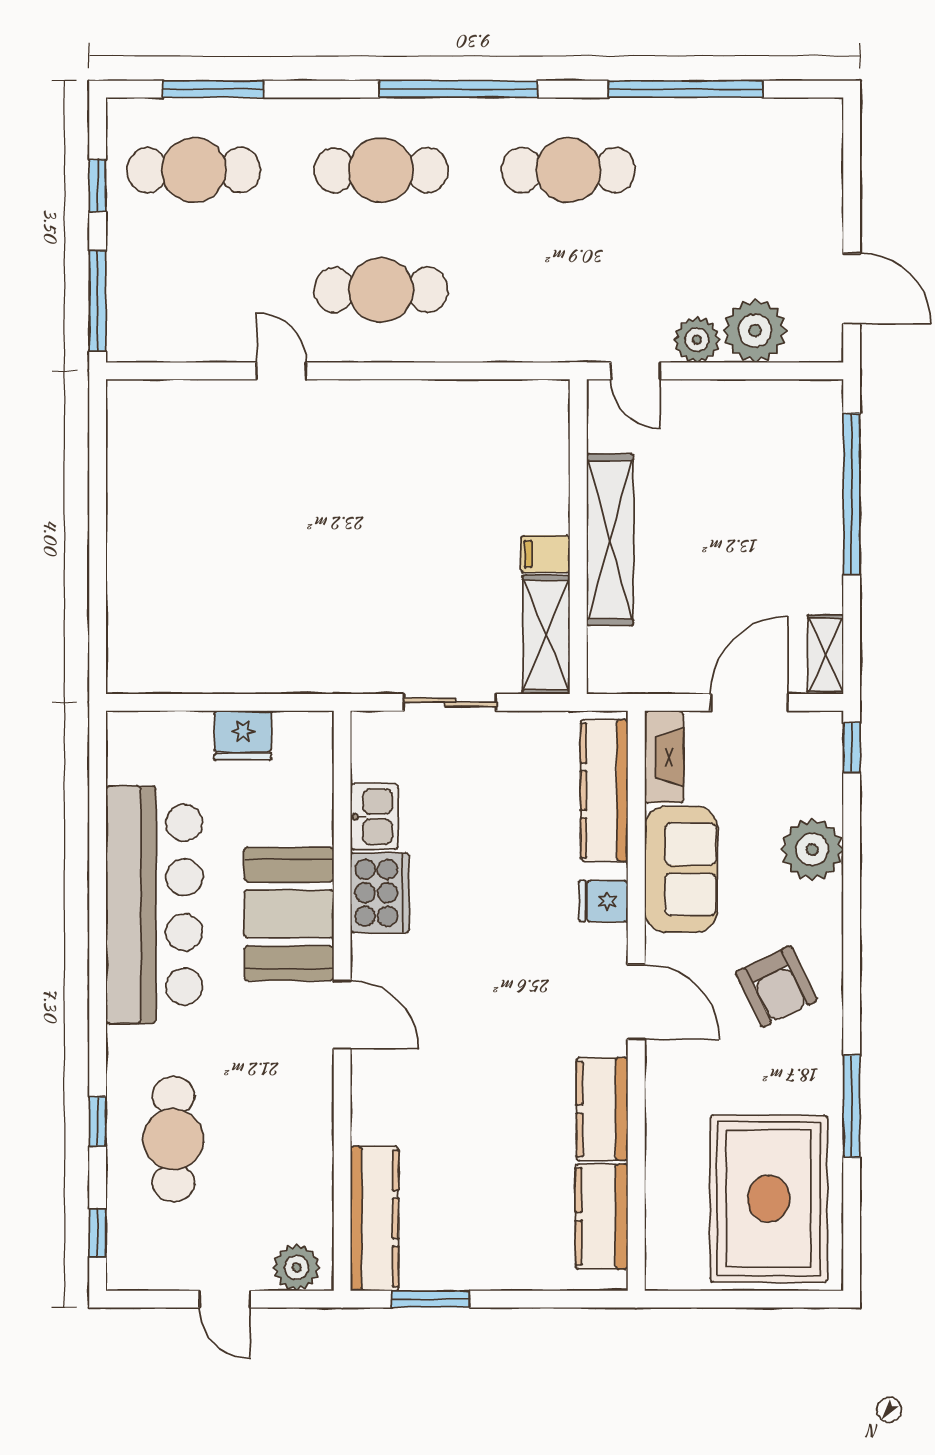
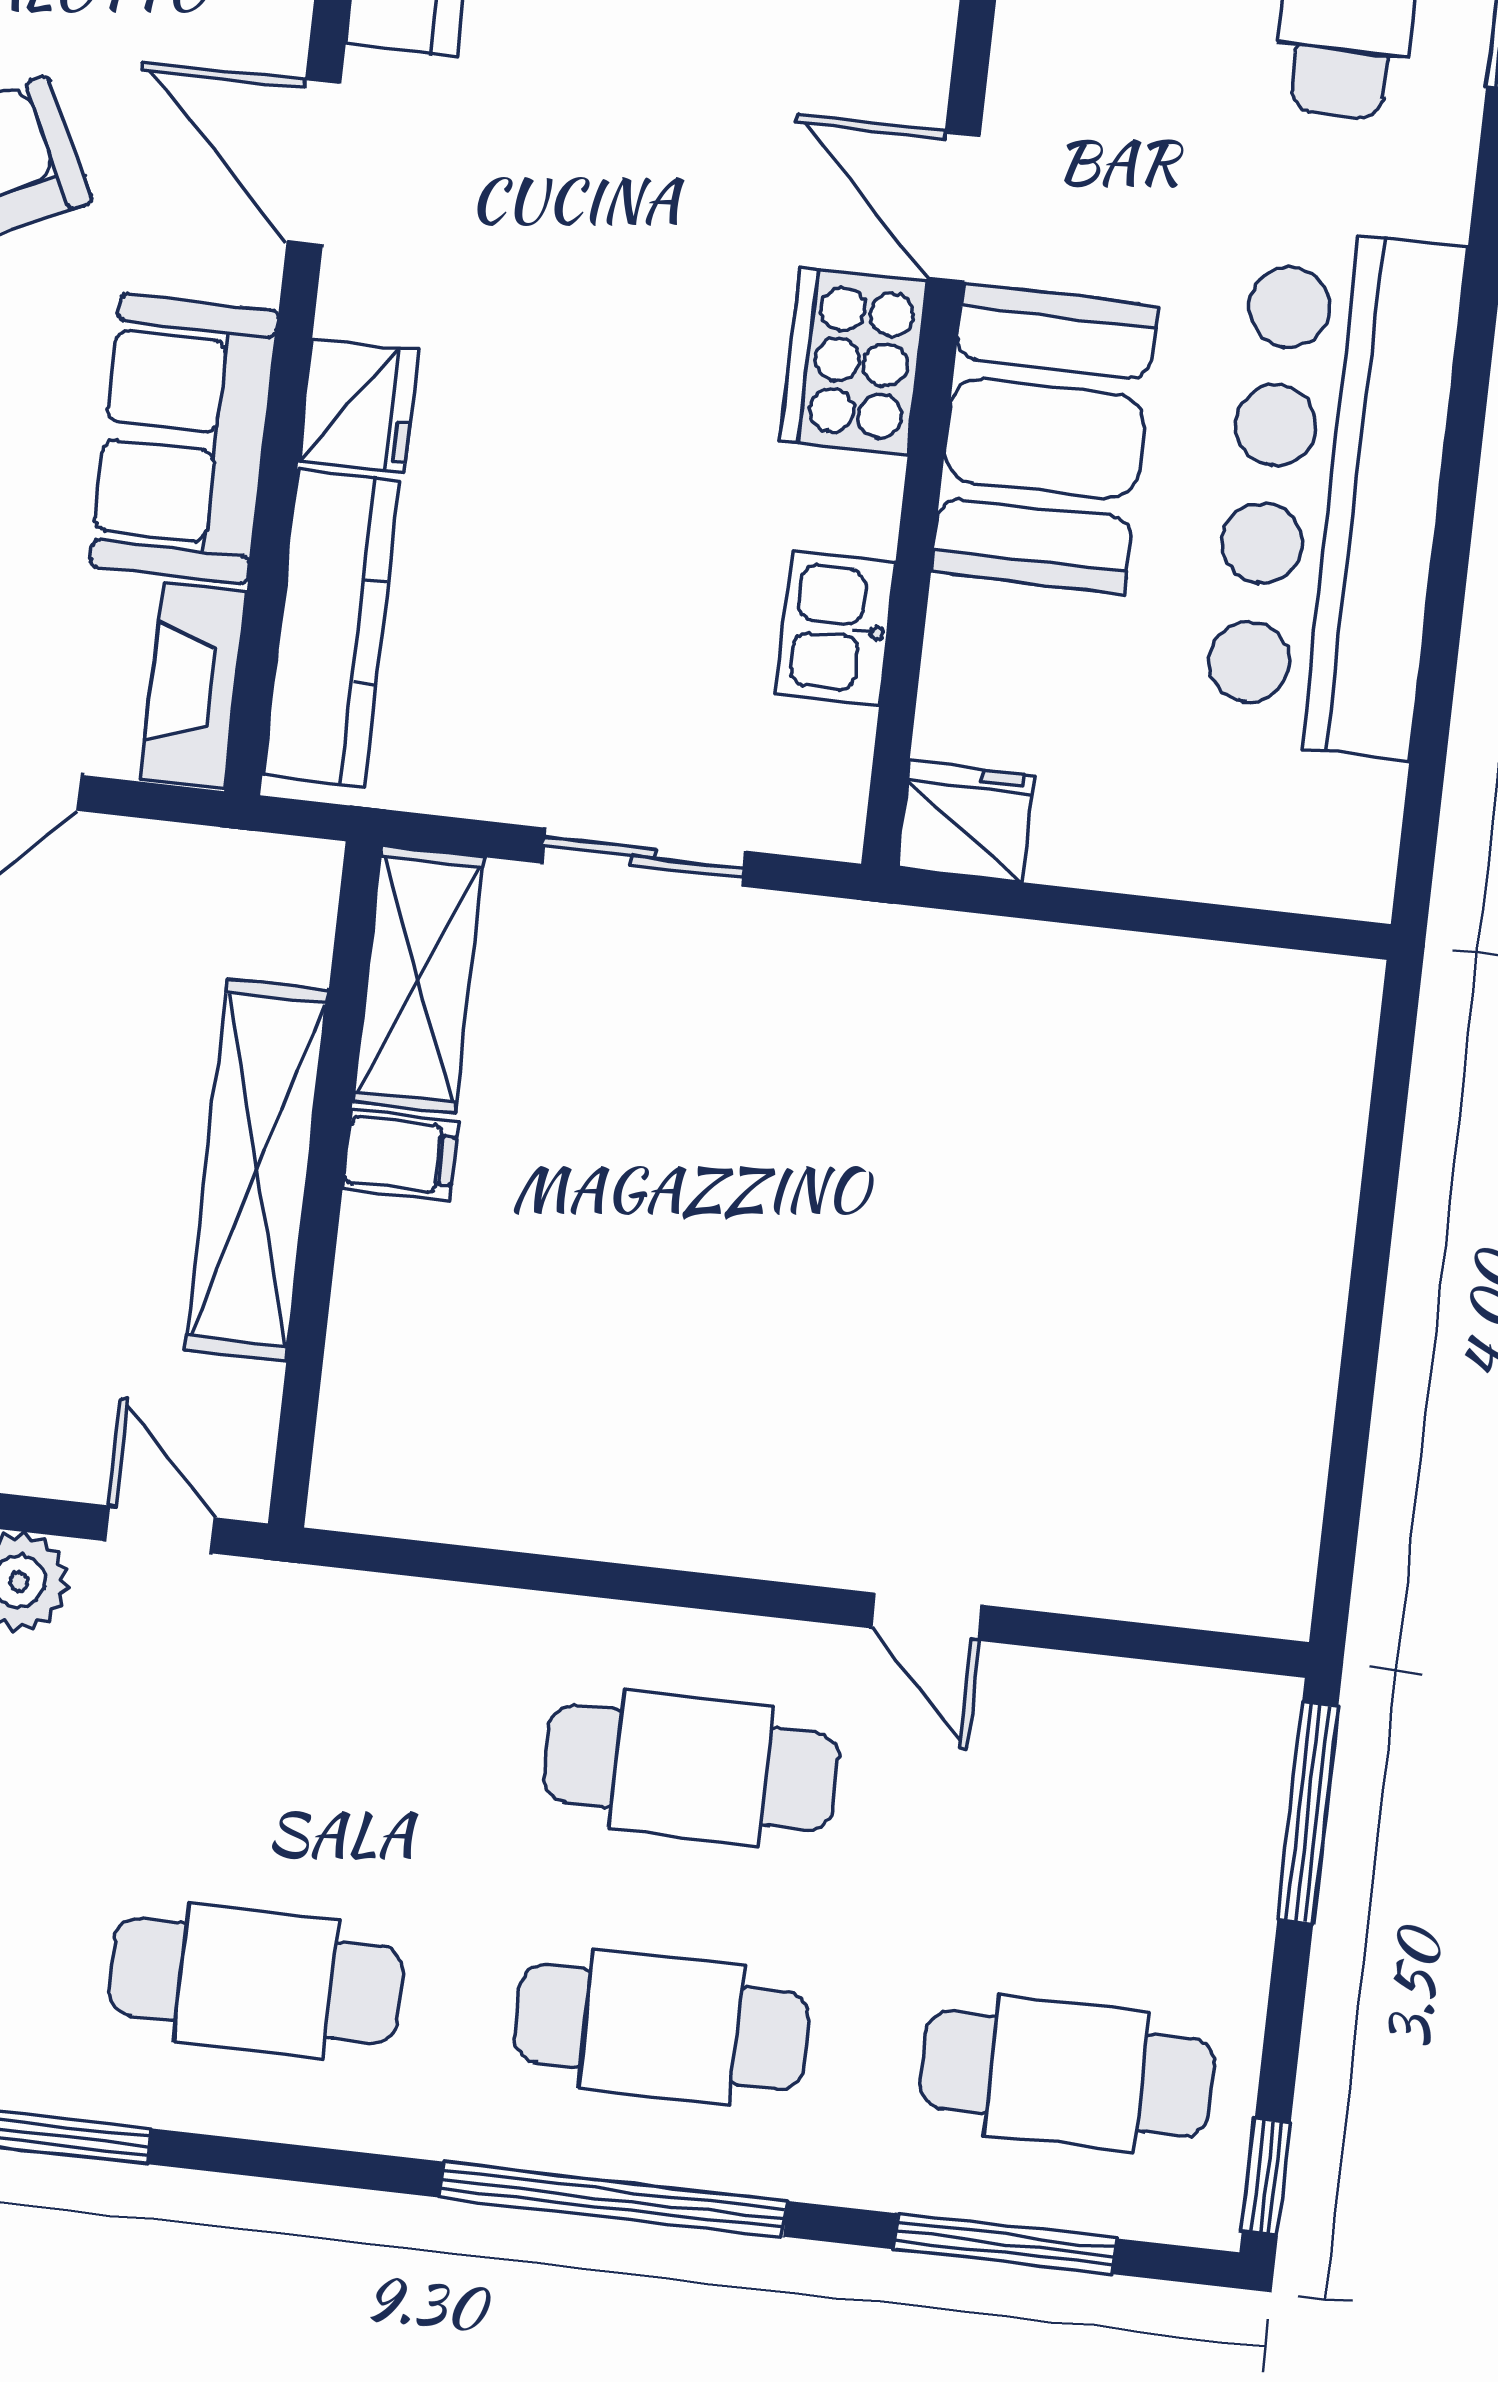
window: (458, 89) -> (613, 2199), moved
window: (98, 185) -> (1266, 2177), moved
fridge: (243, 735) -> (965, 821), moved
cooker: (380, 893) -> (854, 362), moved
fridge: (603, 901) -> (358, 406), width x1.38

